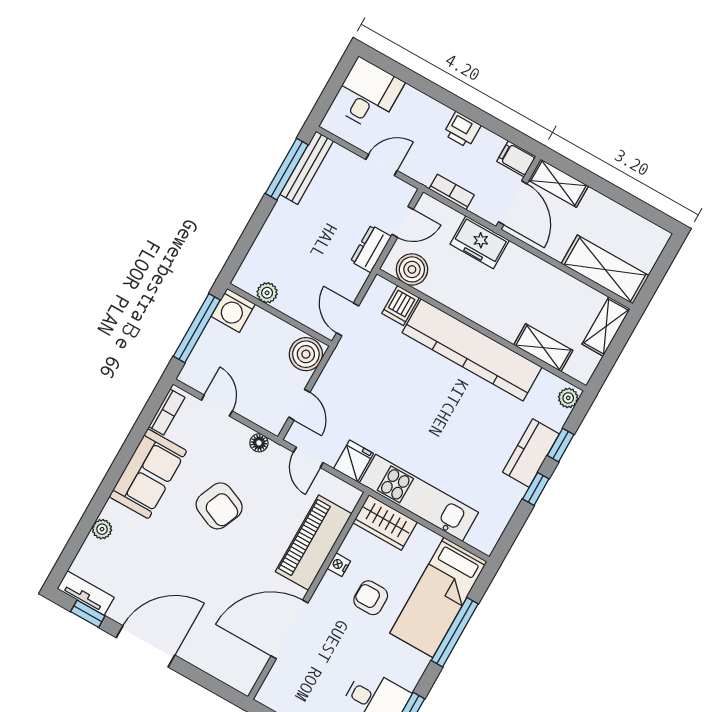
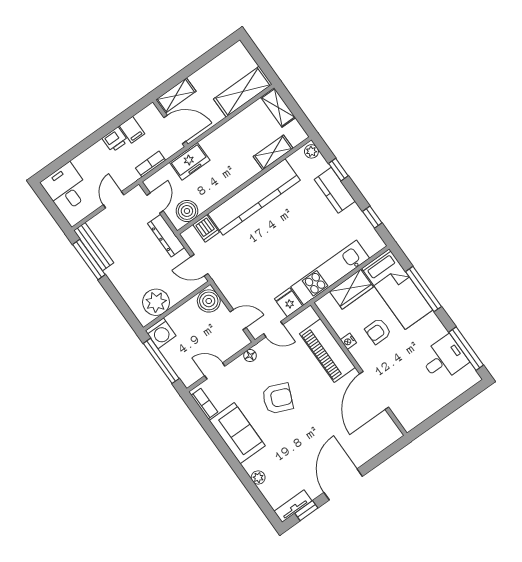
filing cabinet: (516, 159) -> (132, 130), moved, turned -90
dresser: (371, 249) -> (166, 236), width x1.44
plant: (267, 293) -> (156, 302), width x1.88, depth x1.88
window: (536, 489) -> (372, 217), moved
wardrobe: (385, 522) -> (351, 289), moved

